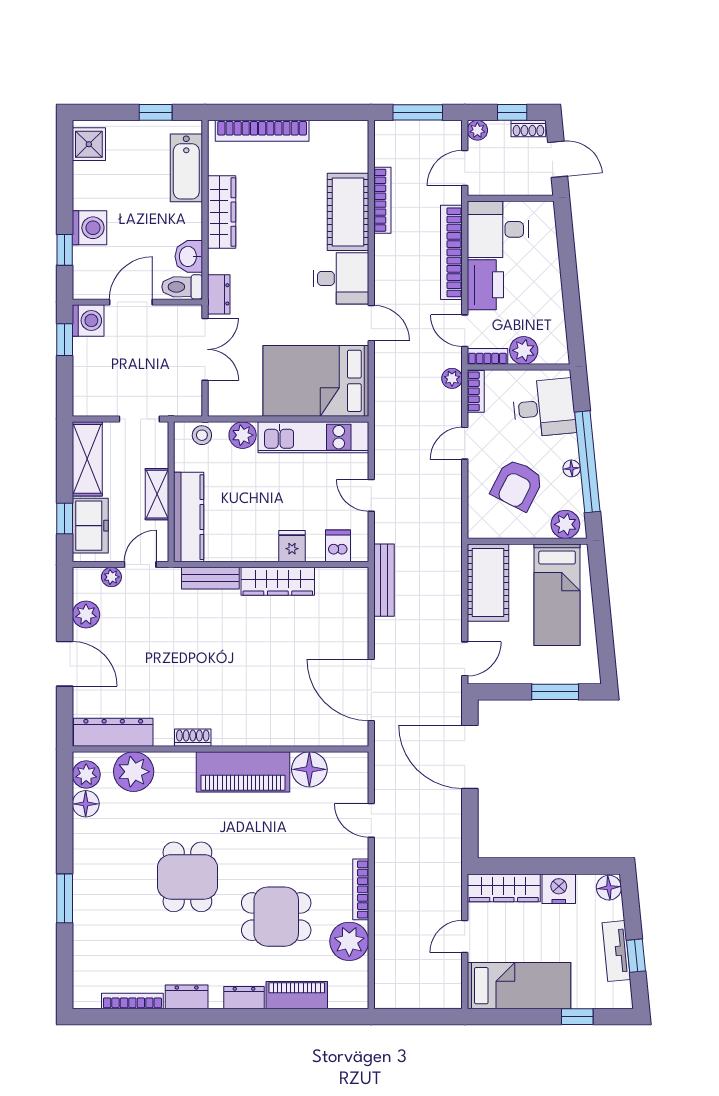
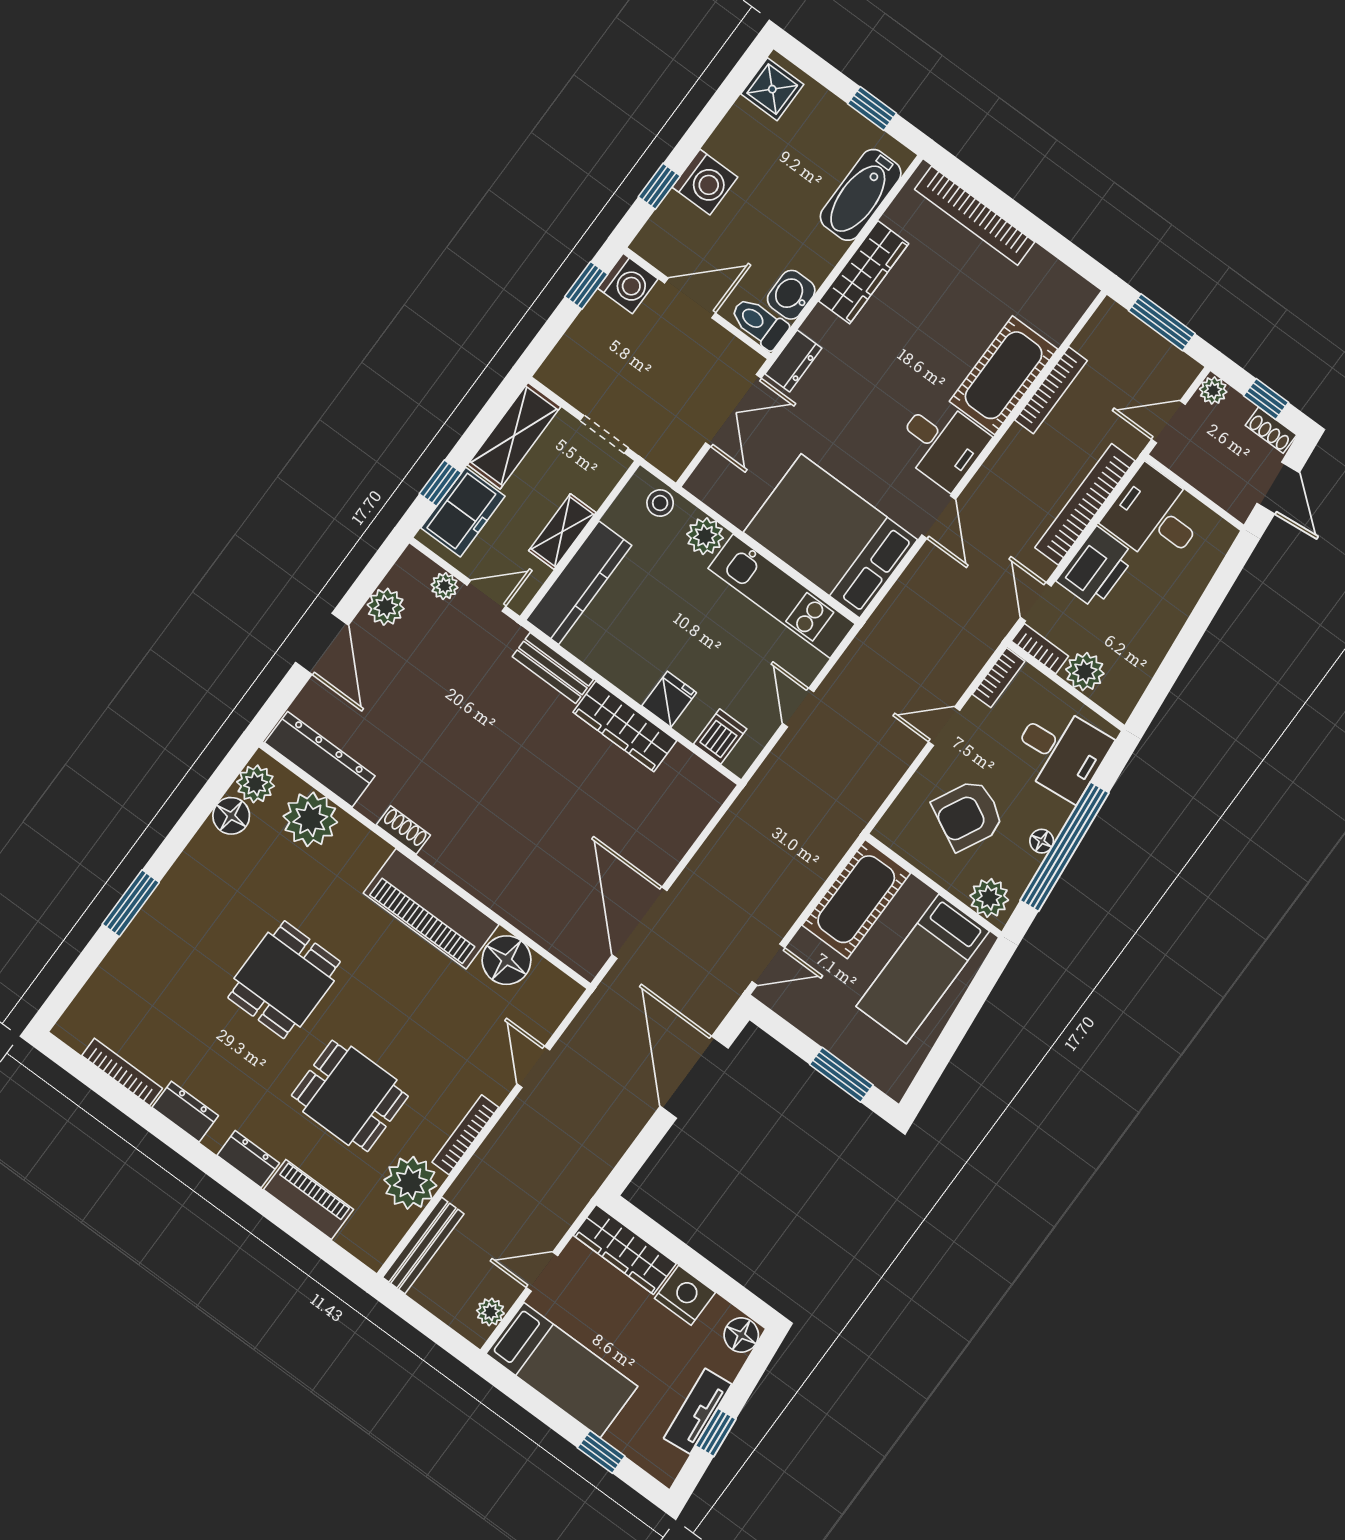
plant: (452, 378) -> (490, 1312), moved
bench: (384, 580) -> (423, 1246), moved

